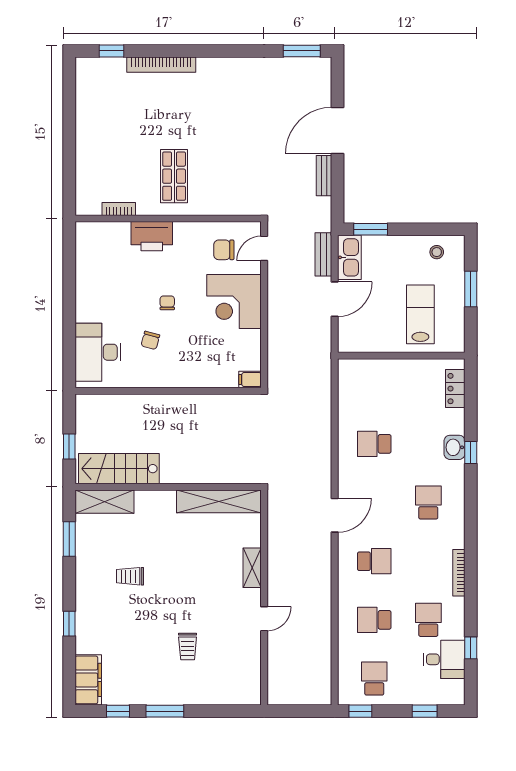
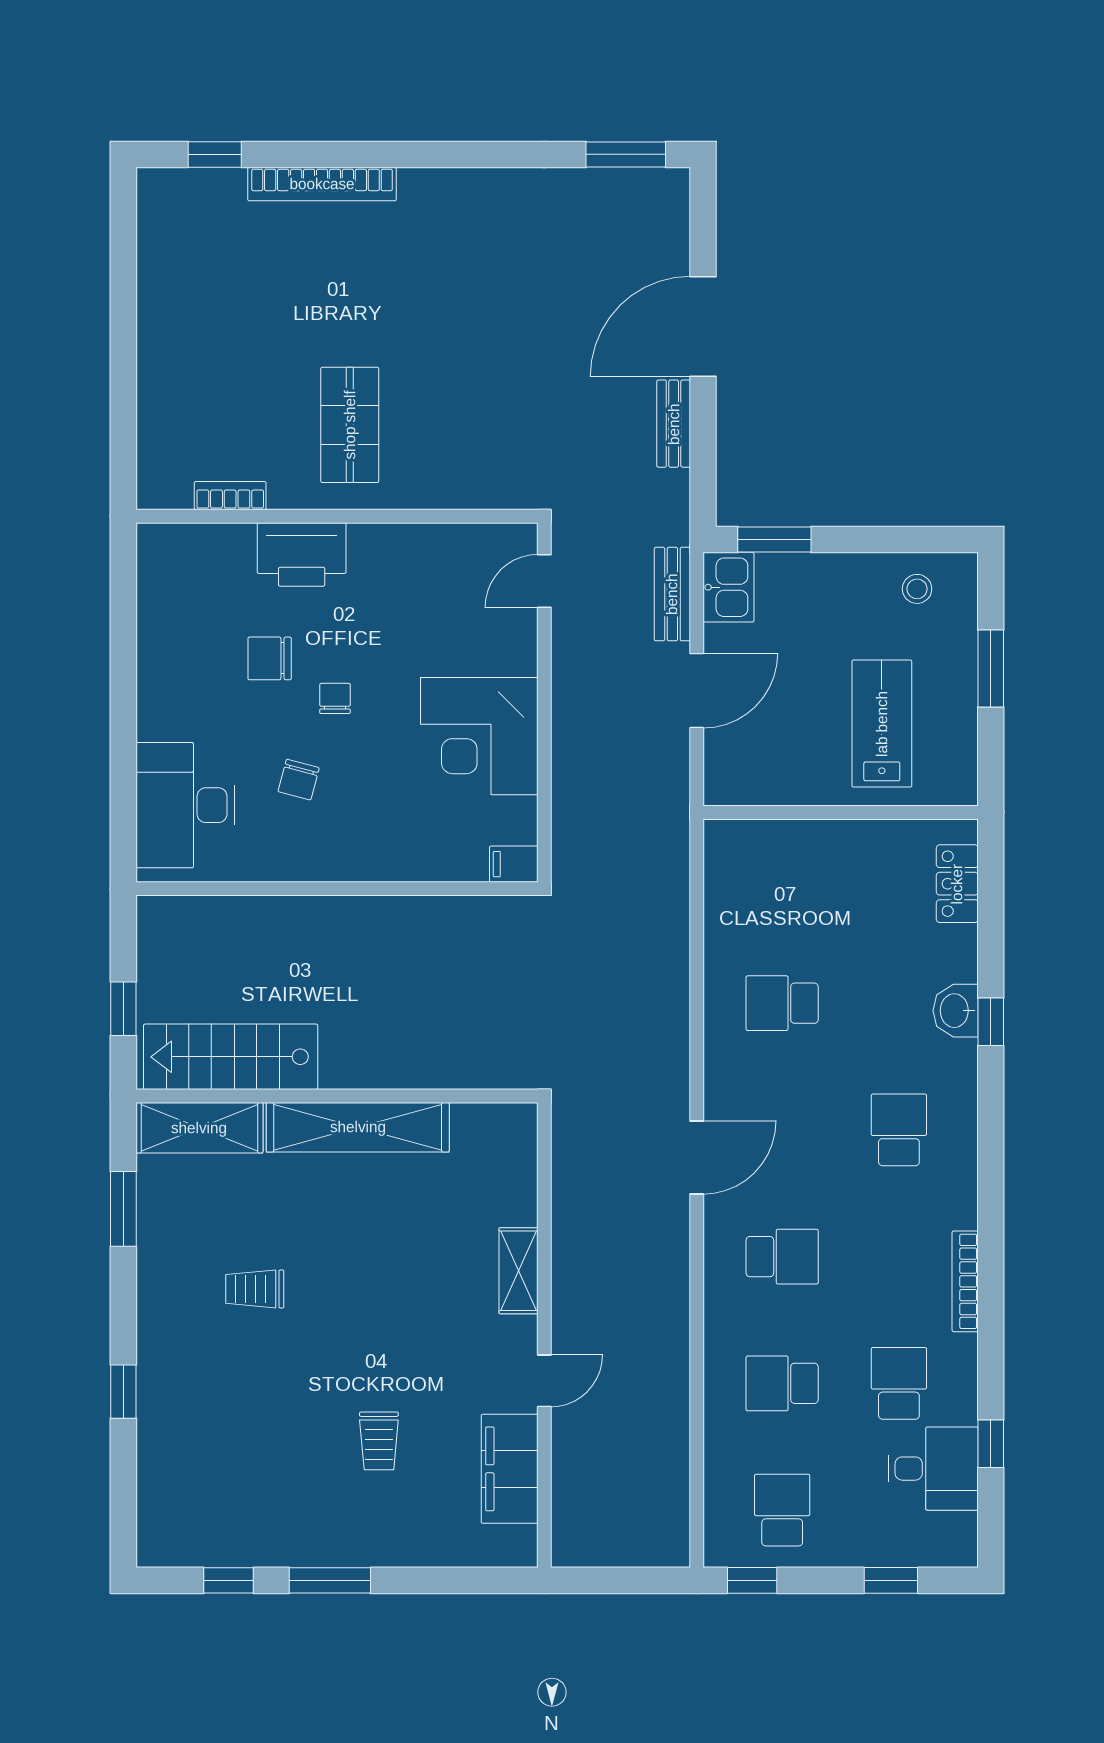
chair: (224, 250) -> (270, 658), moved
kitchen sink: (349, 257) -> (728, 587), width x0.73
corner desk: (234, 301) -> (479, 736), moved
shelving: (219, 501) -> (358, 1127), moved
filing cabinet: (88, 680) -> (510, 1469), moved, turned 180

